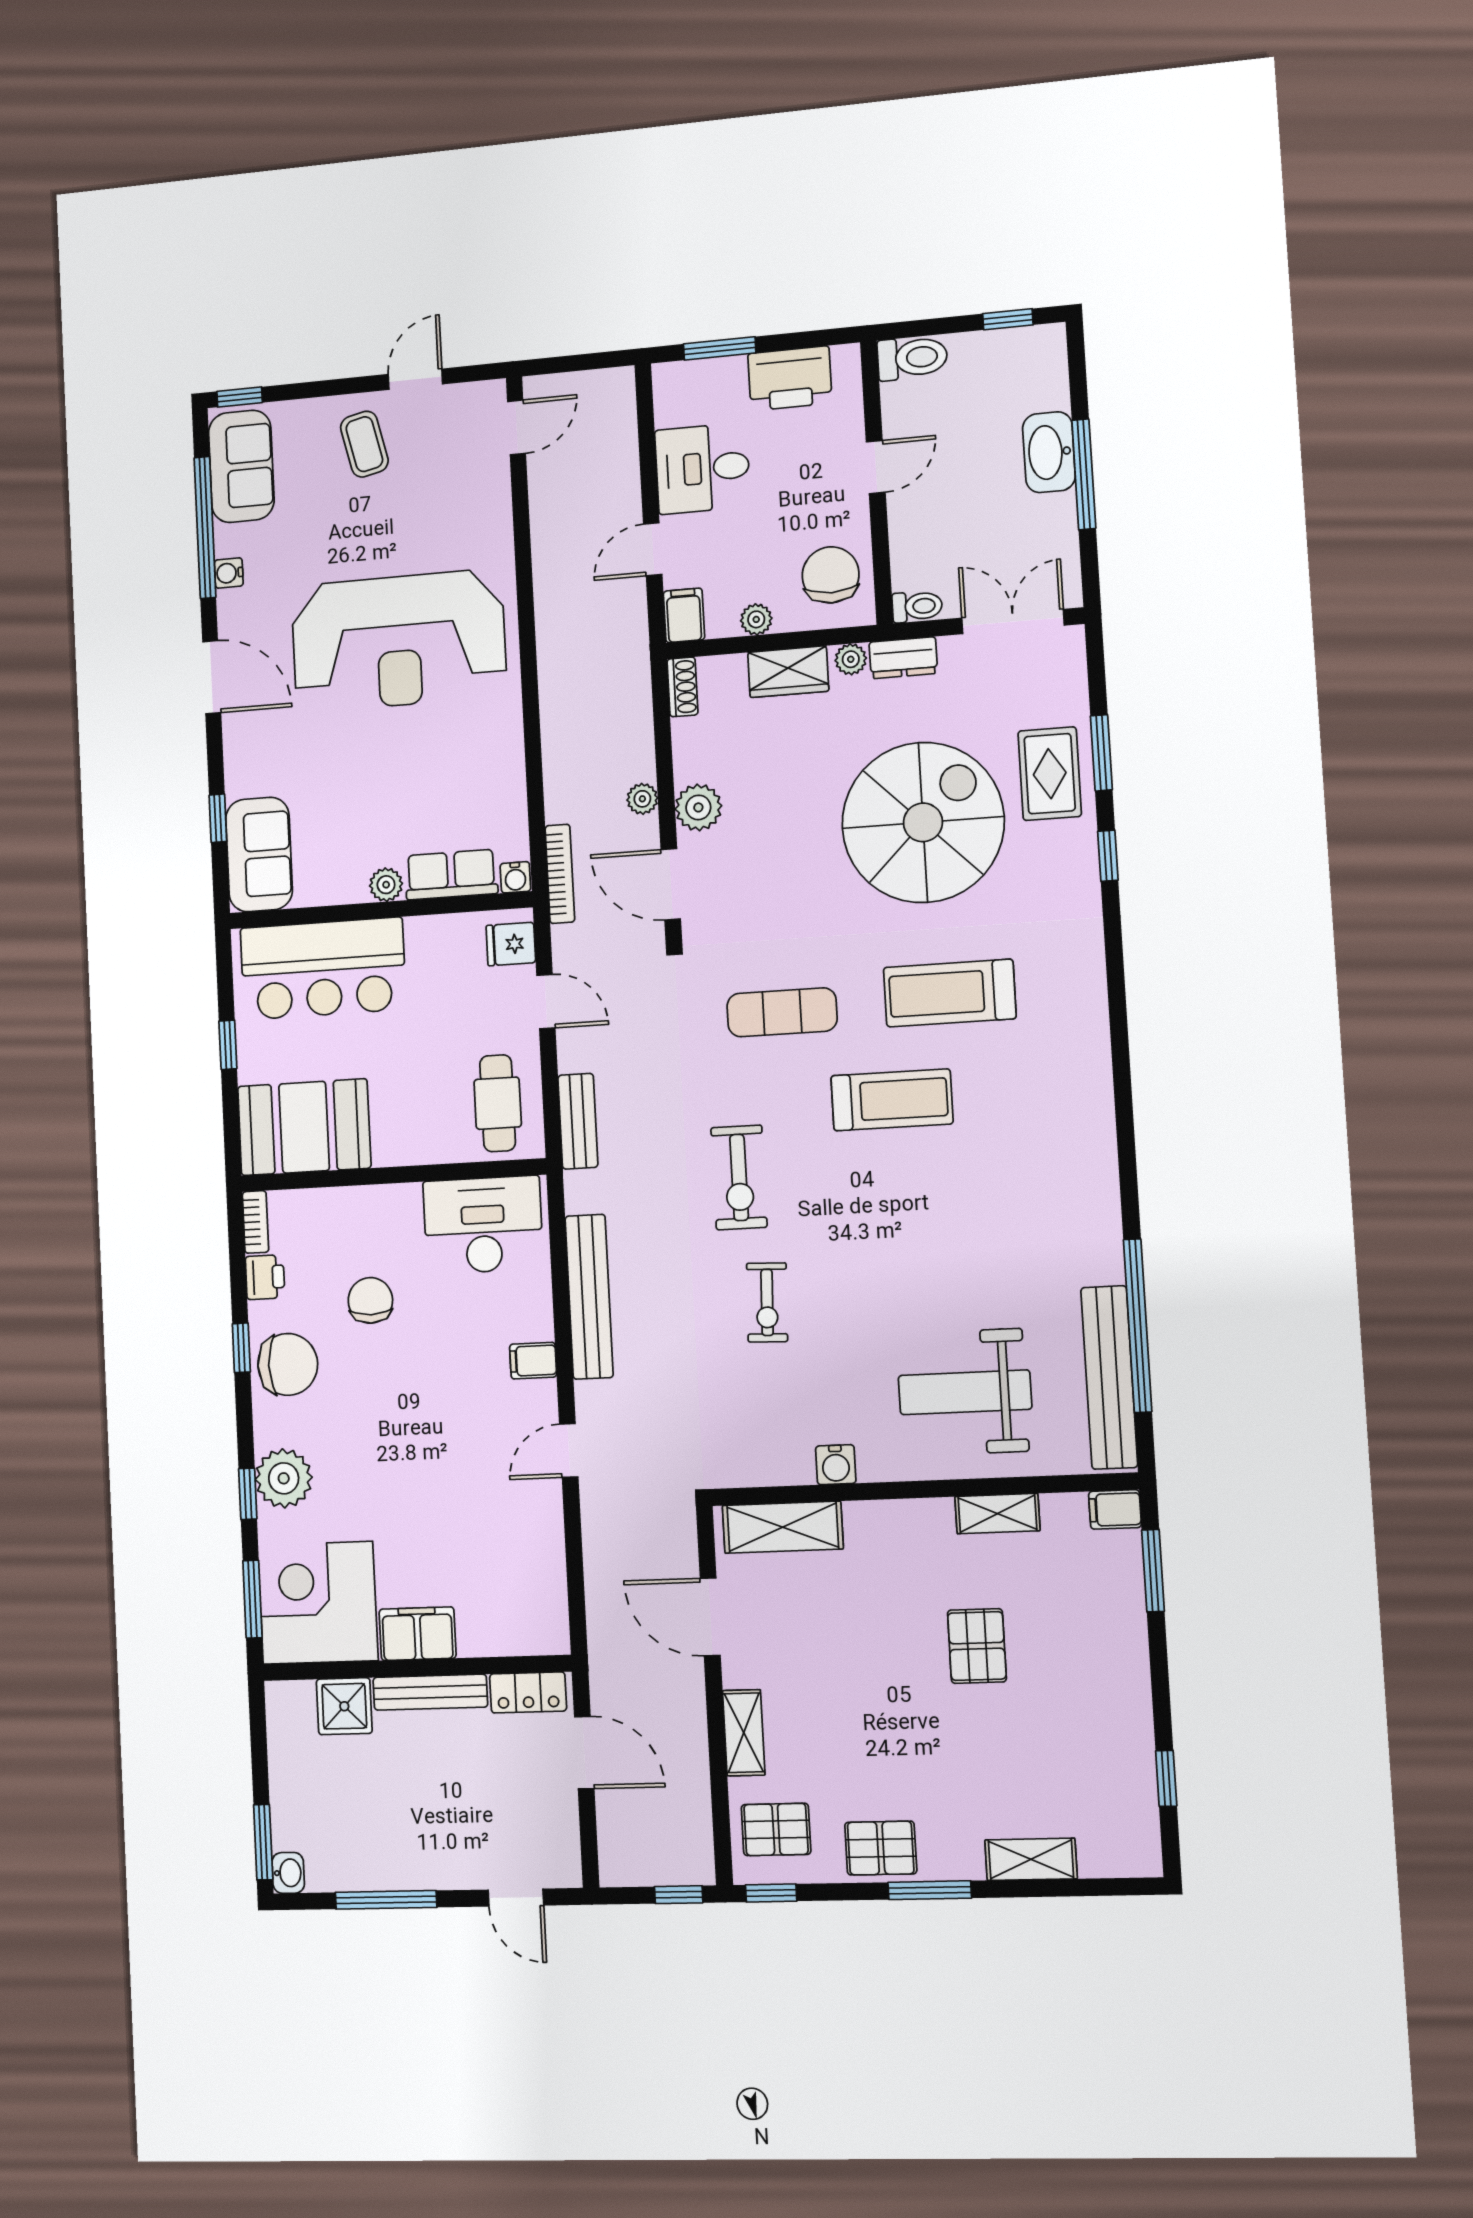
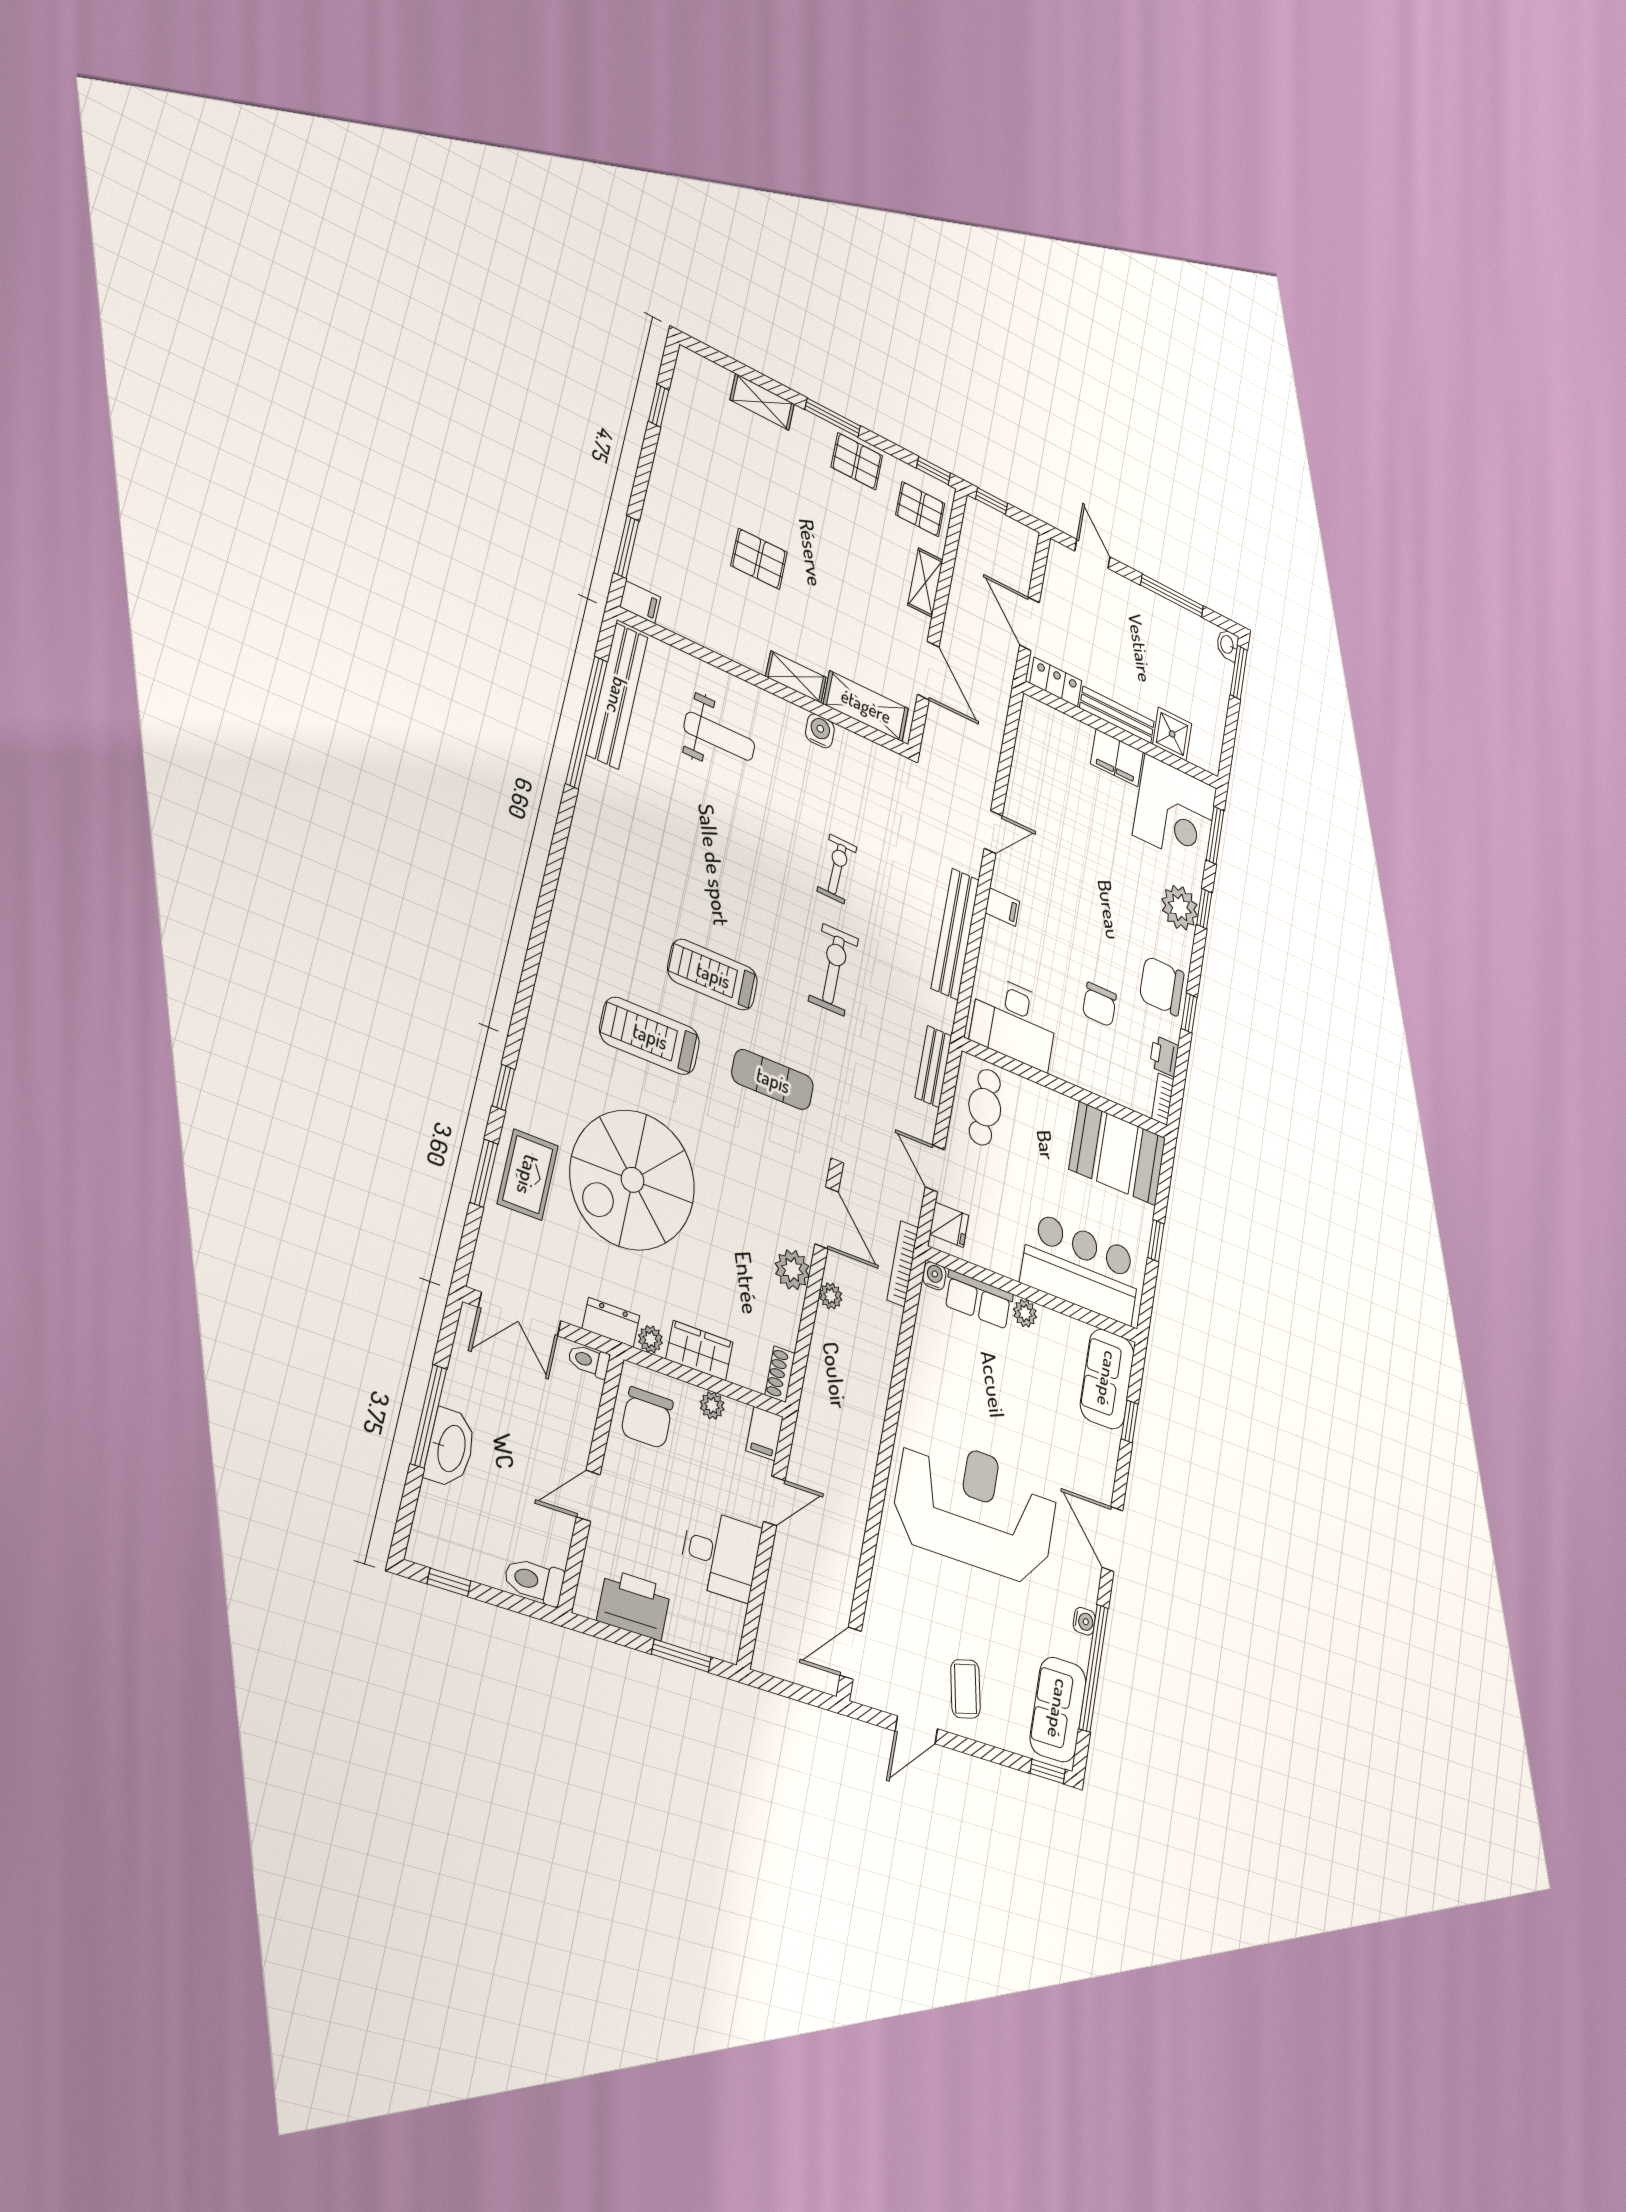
treadmill: (950, 993) -> (650, 1036), turned 180
weight bench: (965, 1392) -> (719, 736), width x0.73, depth x0.75
shelving: (997, 1514) -> (796, 677), moved
pallet: (977, 1646) -> (759, 559), turned 90

